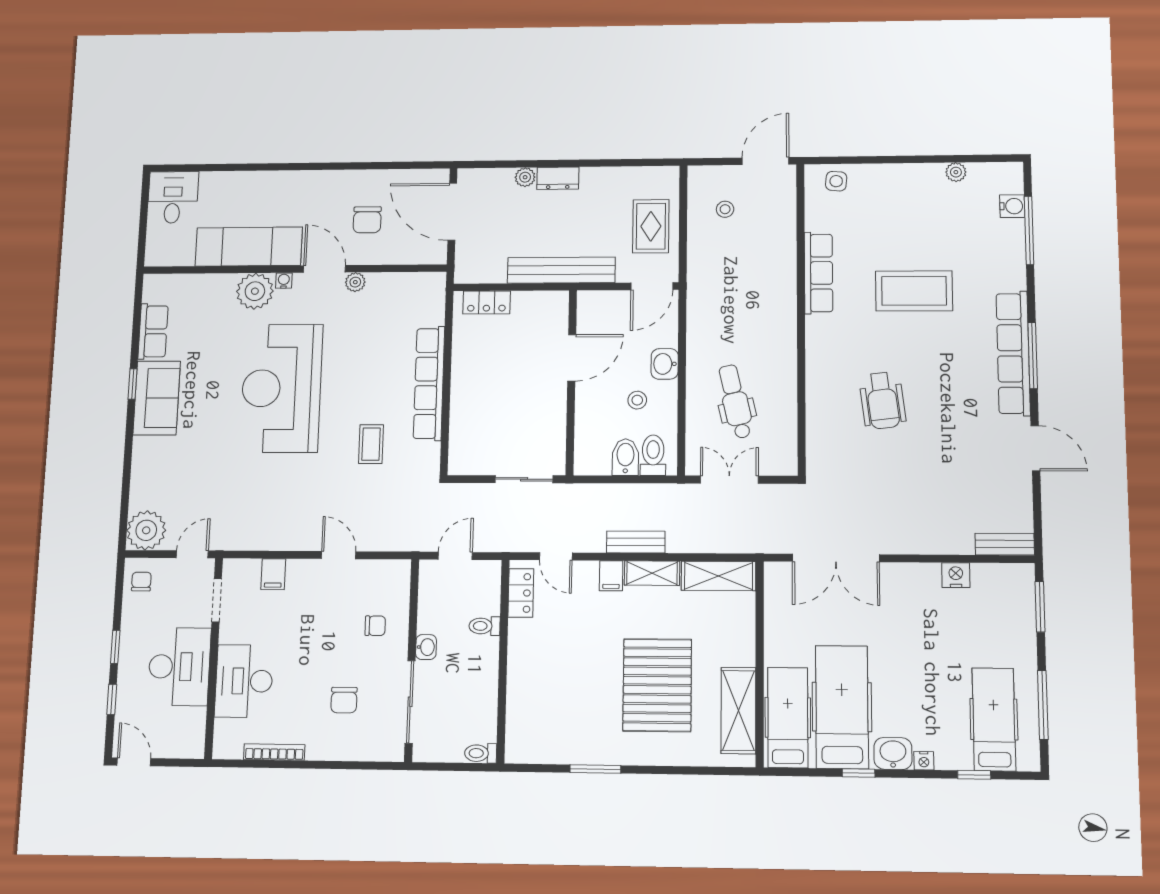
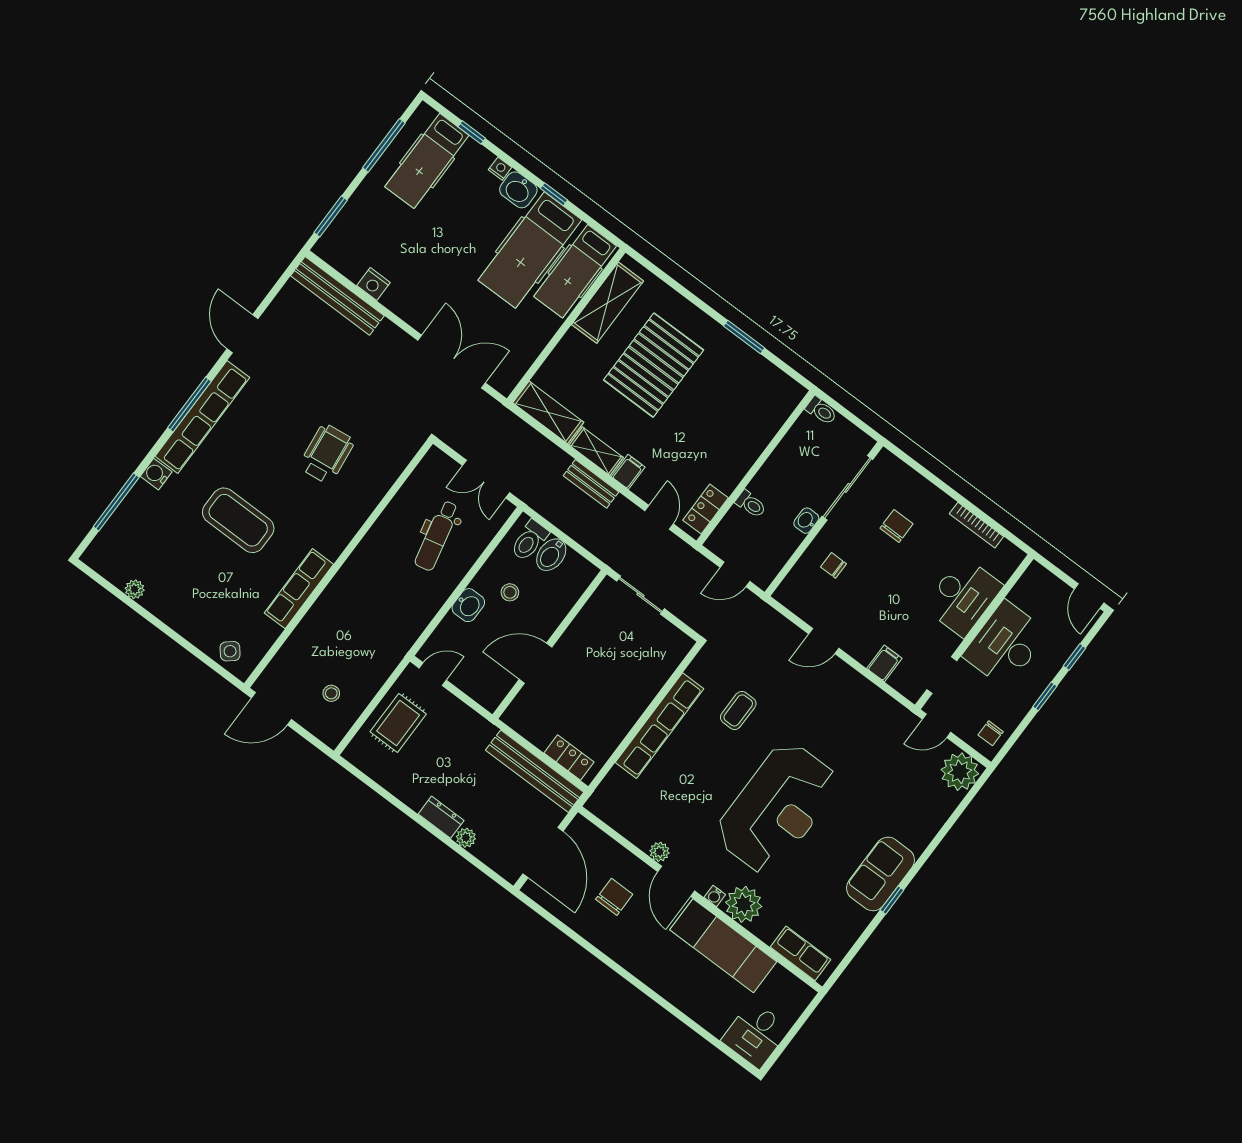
side table: (836, 181) -> (230, 651), turned 45
water cooler: (1012, 206) -> (156, 474), moved
bench: (561, 270) -> (535, 771), moved
door: (652, 286) -> (433, 674), width x0.73
row of seats: (153, 331) -> (801, 953), moved, turned 90
bench: (1005, 544) -> (337, 296), width x1.86, depth x1.21
door: (339, 555) -> (824, 641), hinge flipped

